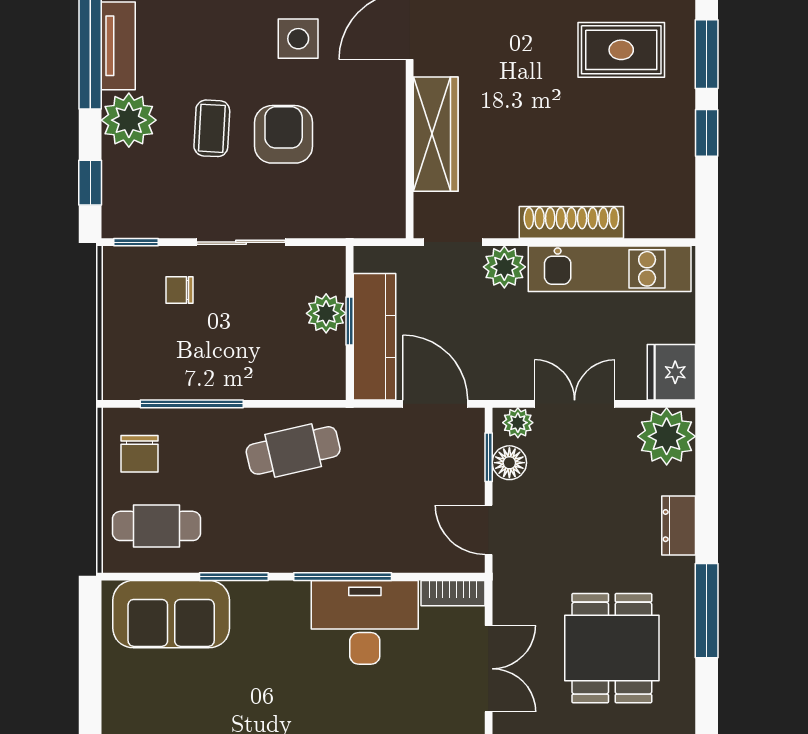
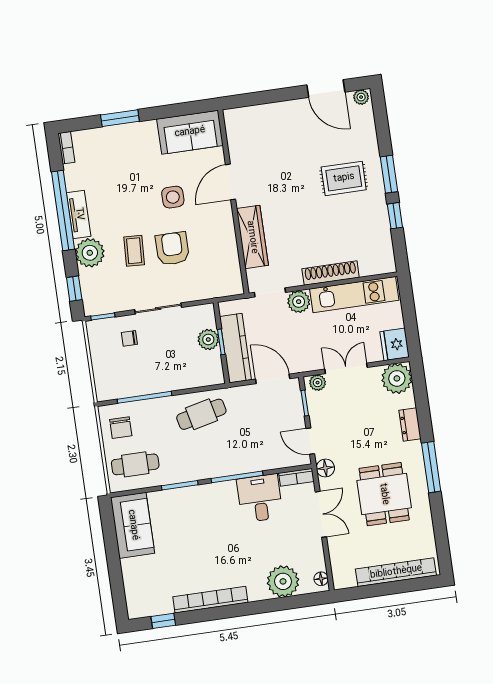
floor lamp: (509, 463) -> (325, 468), moved
sofa: (171, 614) -> (133, 525), moved, turned -90
desk: (365, 622) -> (260, 498), width x0.73

